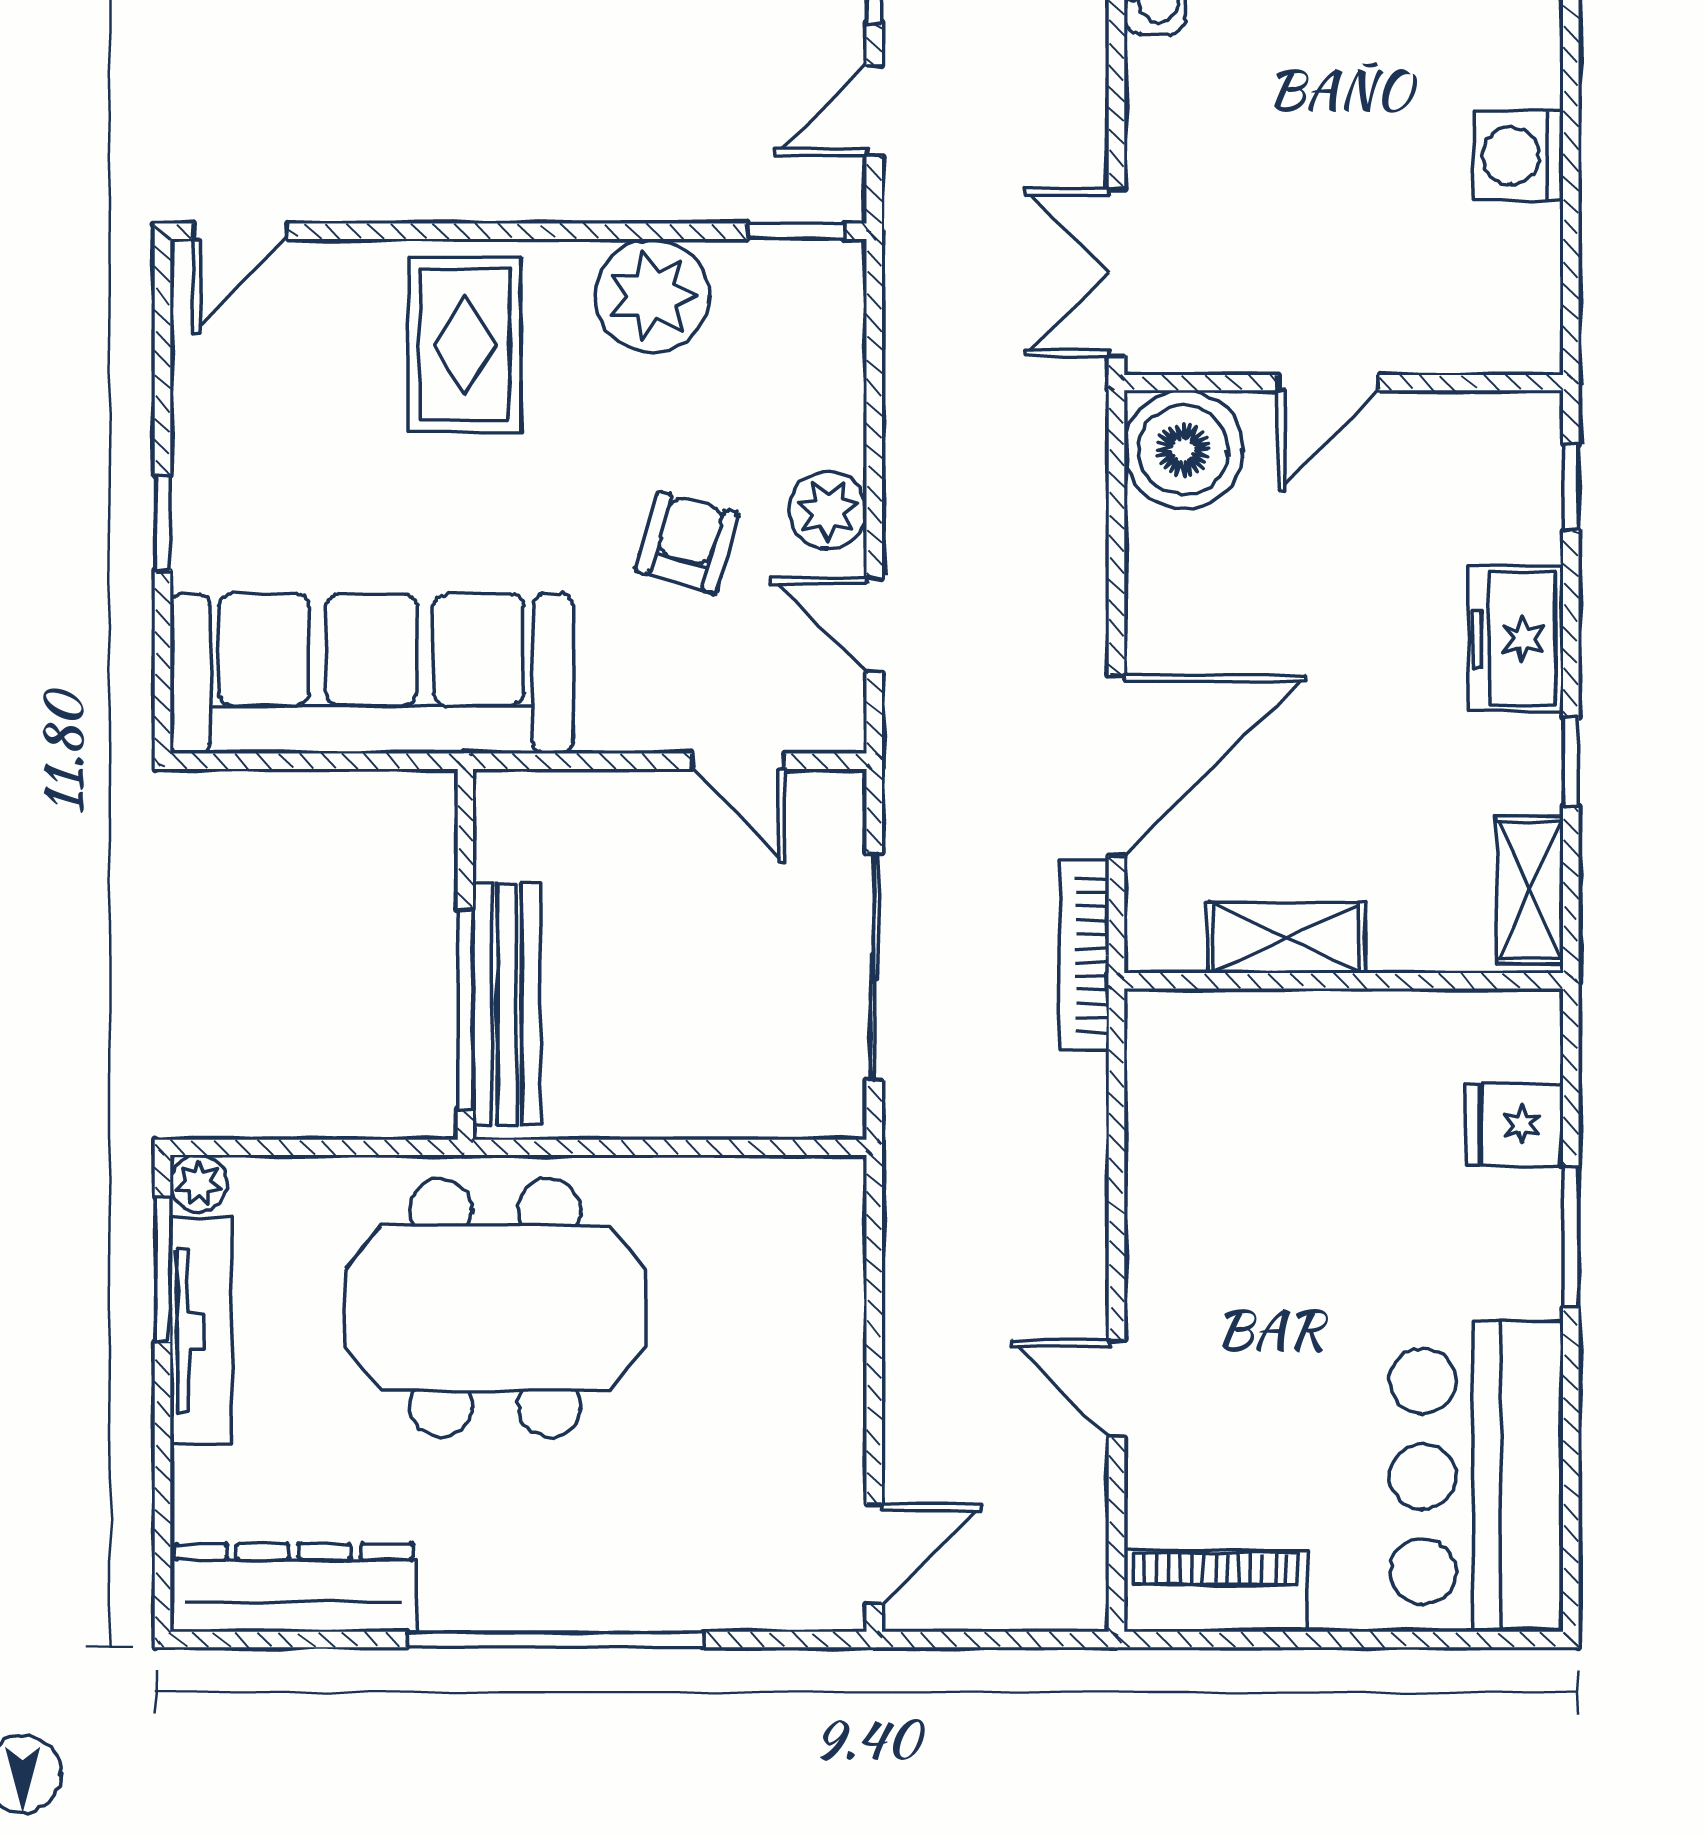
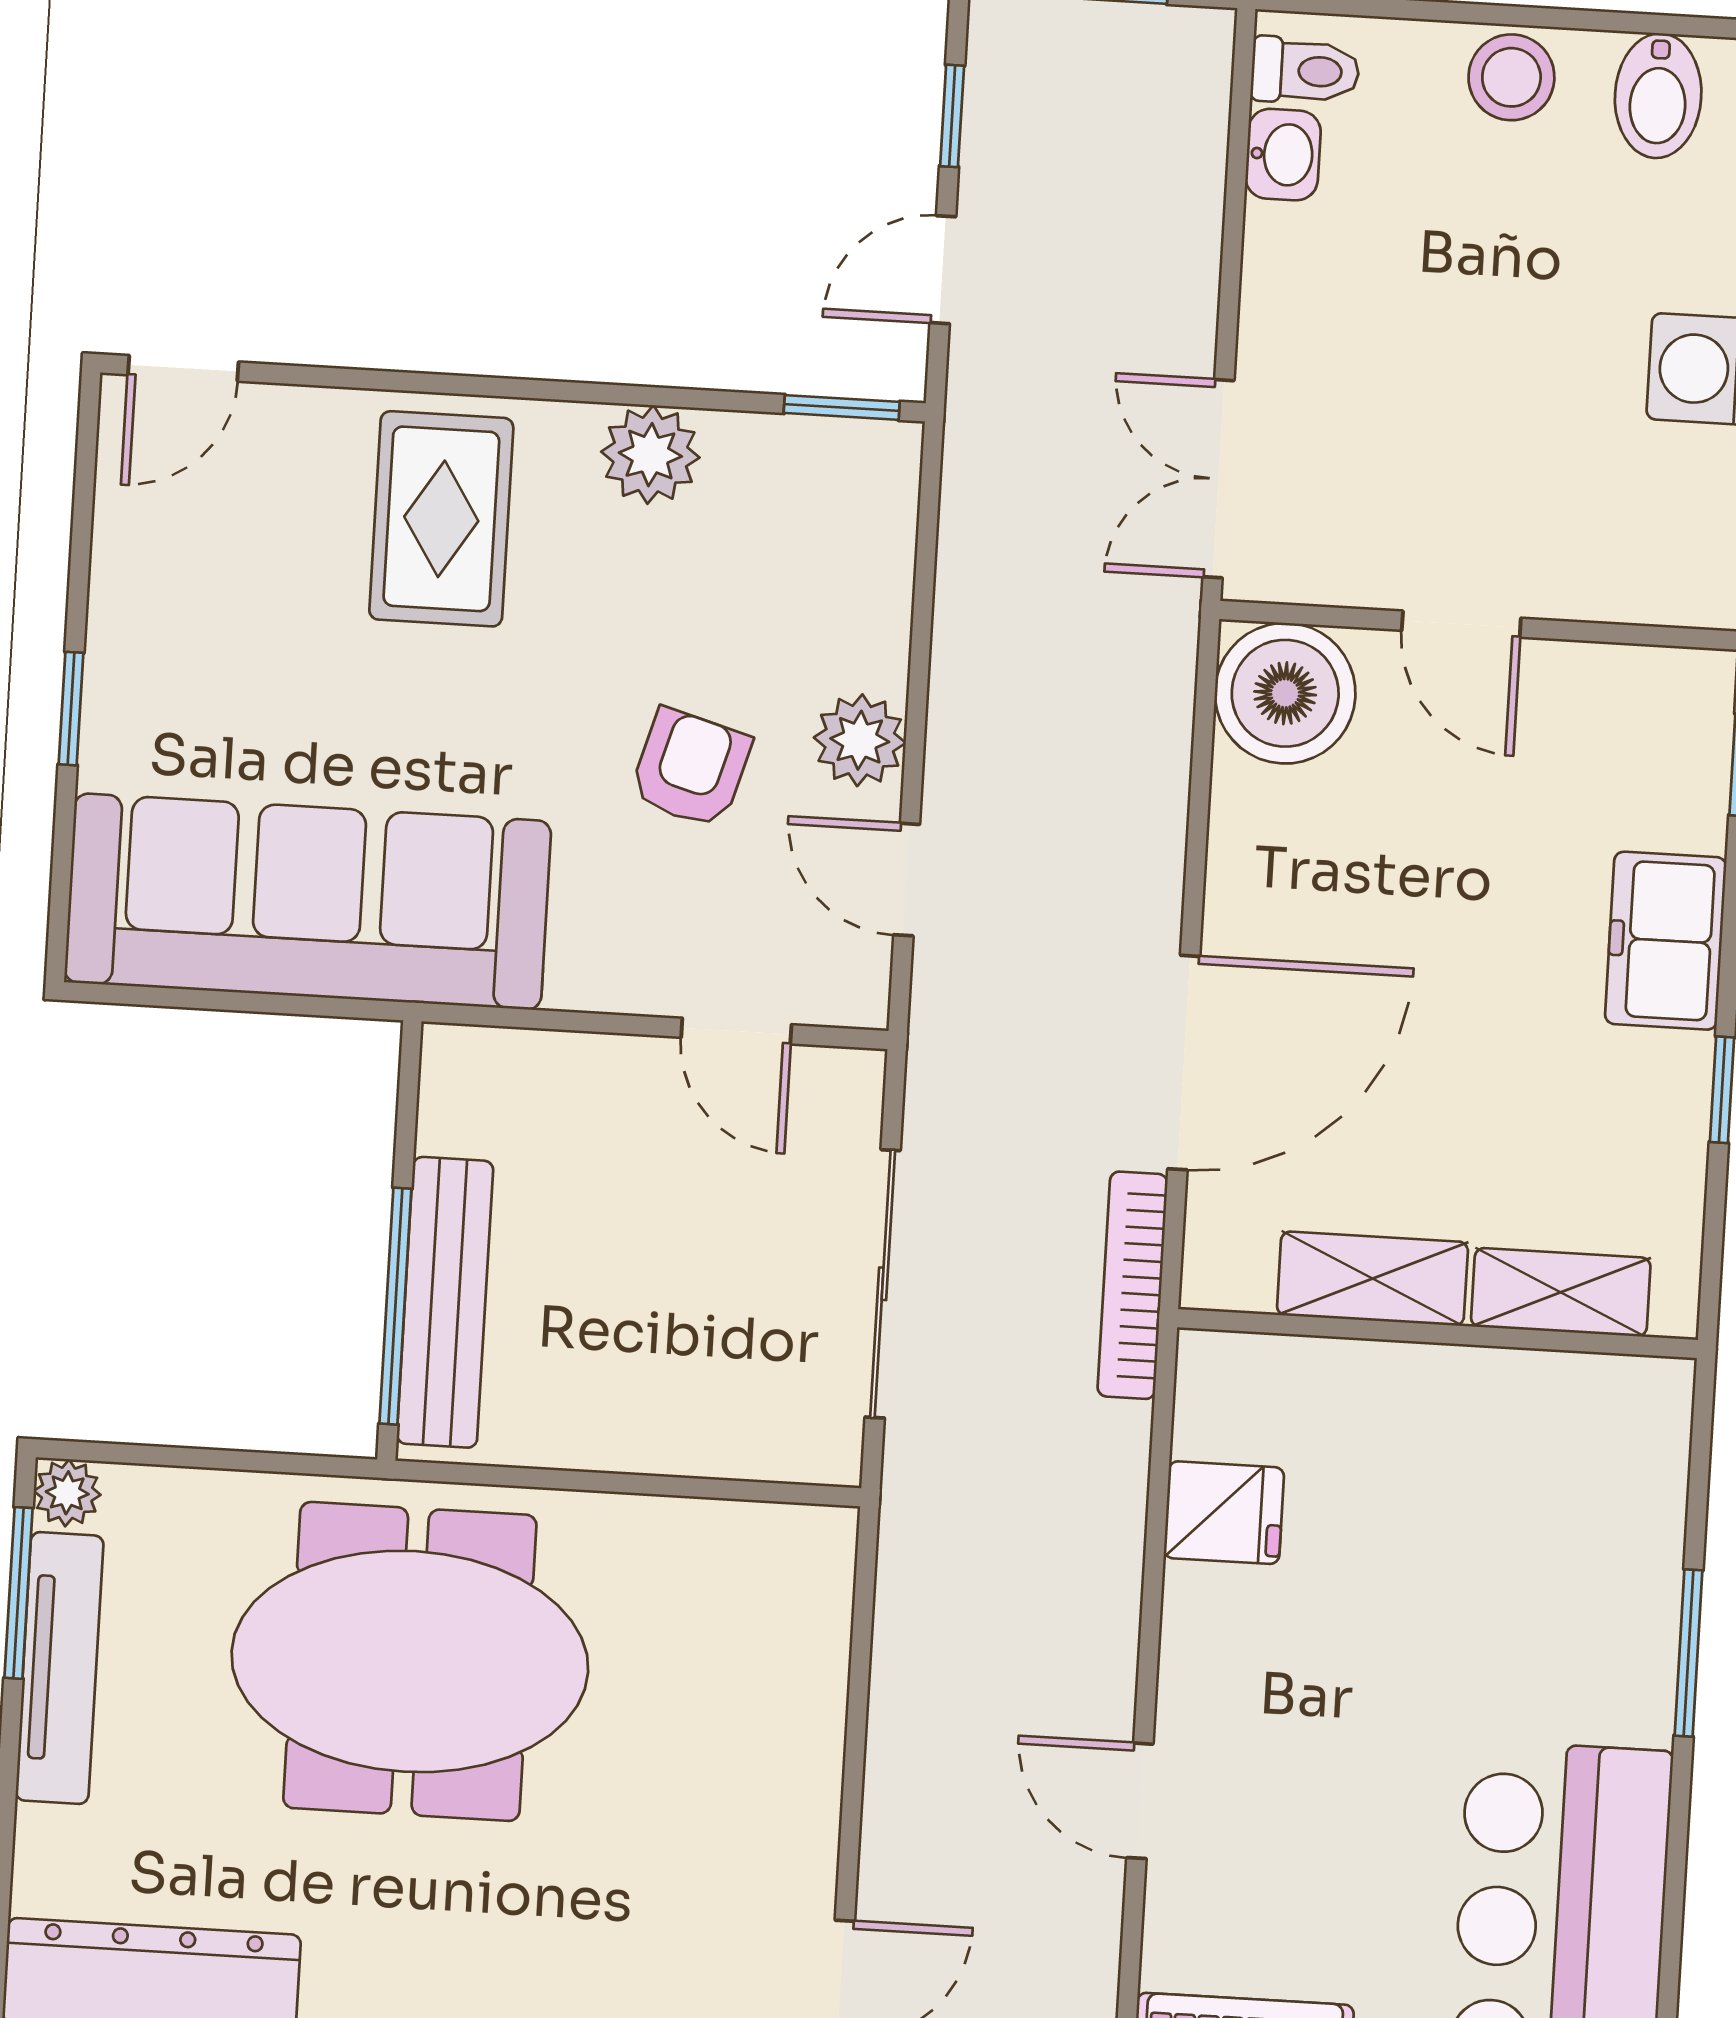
plant: (652, 296) -> (650, 455), width x0.73, depth x0.73
door: (1328, 383) -> (1461, 624), hinge flipped
shelving: (1530, 890) -> (1561, 1292), moved, turned 90
fridge: (1514, 1125) -> (1224, 1513), moved, turned 180

